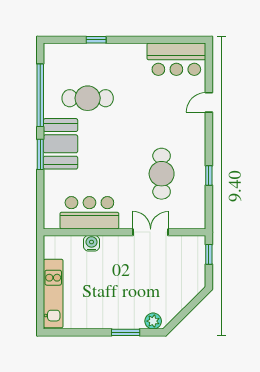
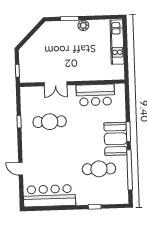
bar counter: (176, 59) -> (49, 196), width x1.36
door: (209, 102) -> (21, 169), swing flipped
cafe table: (162, 174) -> (50, 122), turned 90
water cooler: (92, 243) -> (93, 75), removed
plant: (153, 321) -> (83, 25), moved

